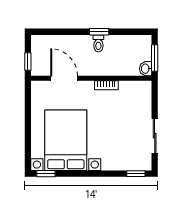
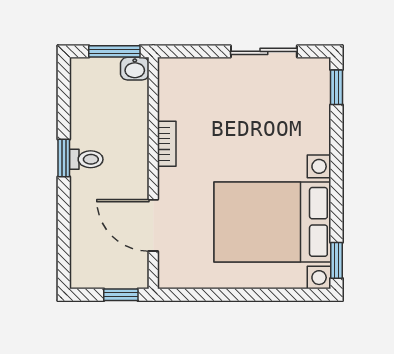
door: (64, 78) -> (153, 225), hinge flipped

